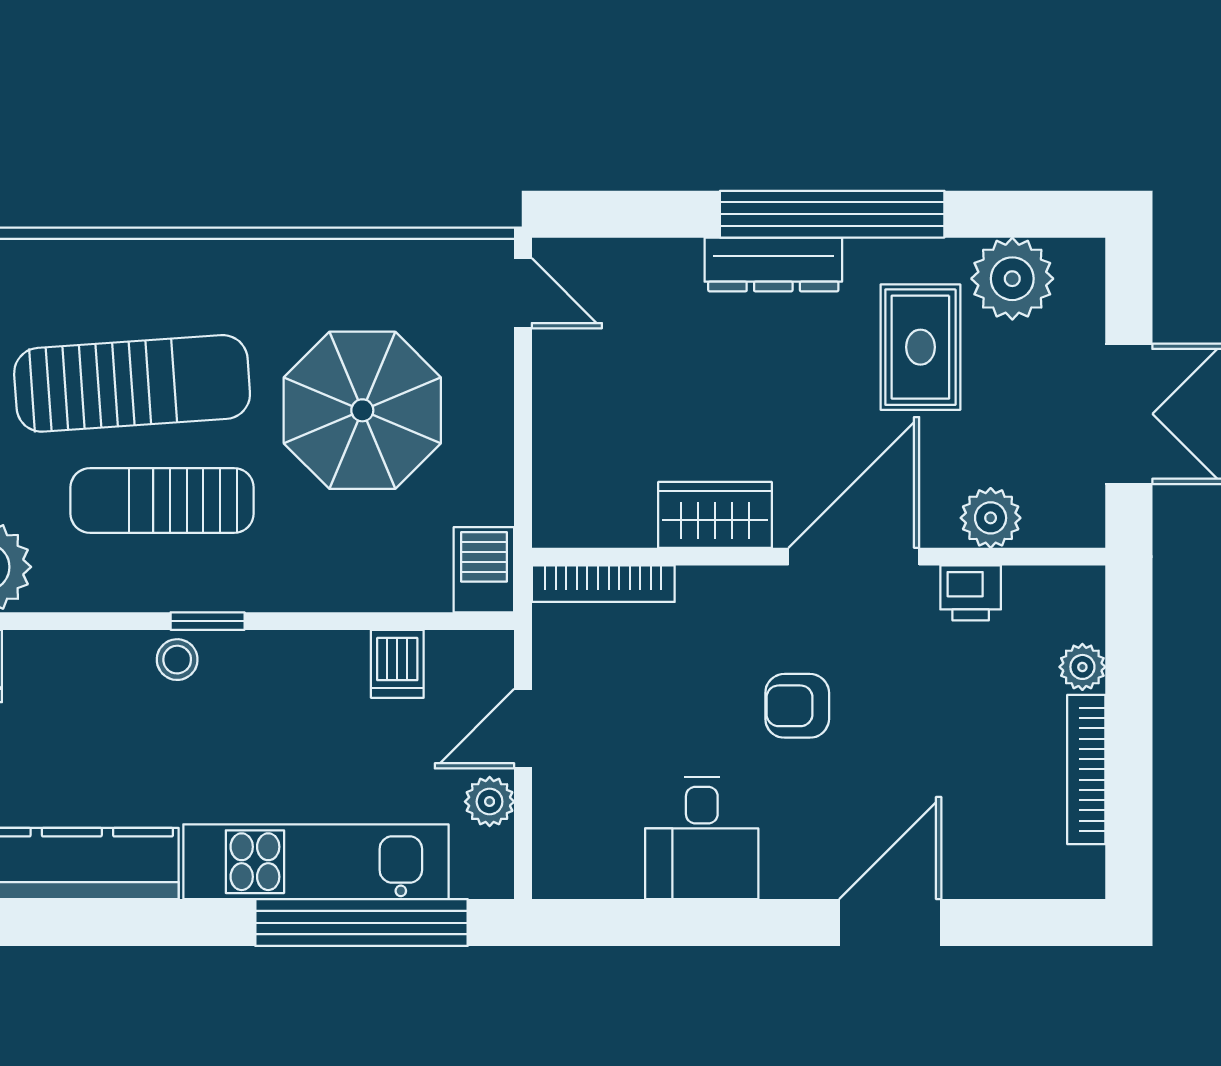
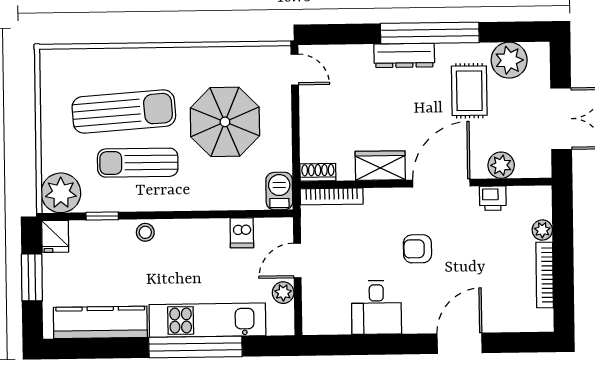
shoe rack: (573, 528) -> (318, 172), added
window: (208, 621) -> (102, 216), moved
window: (362, 923) -> (195, 347), moved

